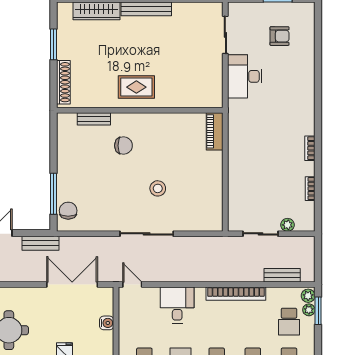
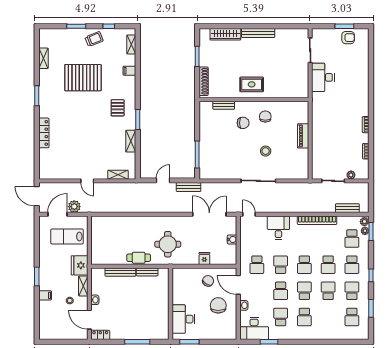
armchair: (280, 36) -> (348, 38), moved
piano: (215, 131) -> (303, 136), moved
chair: (68, 211) -> (265, 116), moved

